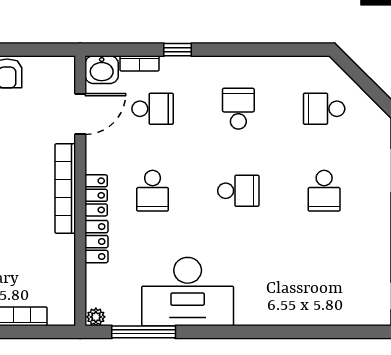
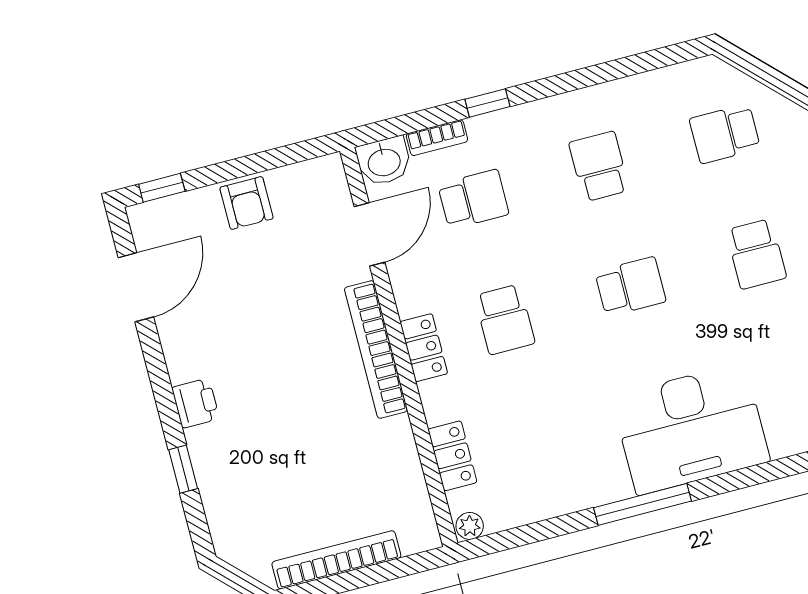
locker: (96, 242) -> (452, 456), moved
desk: (188, 292) -> (691, 429), moved
window: (144, 332) -> (643, 504), moved

